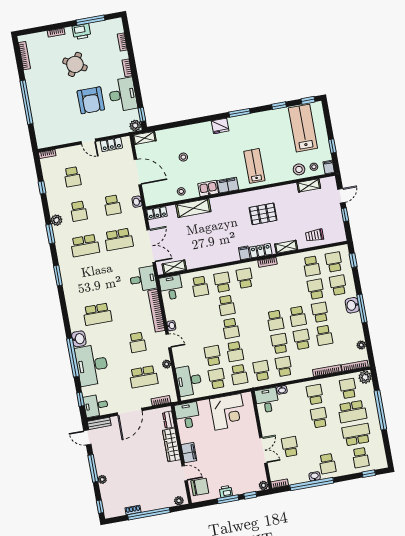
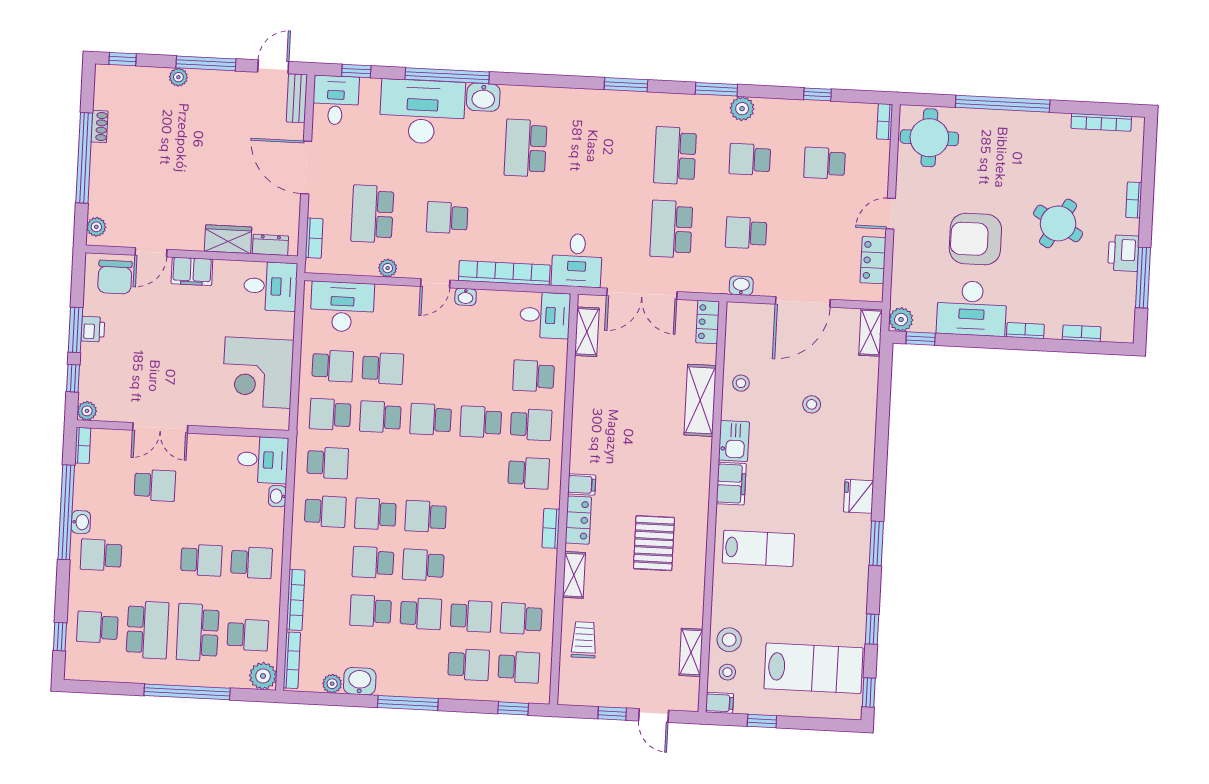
round table: (50, 132) -> (929, 138), added
washbasin: (352, 305) -> (360, 681), moved
school desk: (302, 339) -> (373, 562), turned 180
school desk: (280, 343) -> (375, 514), turned 180
wardrobe: (171, 445) -> (228, 239), width x0.67

